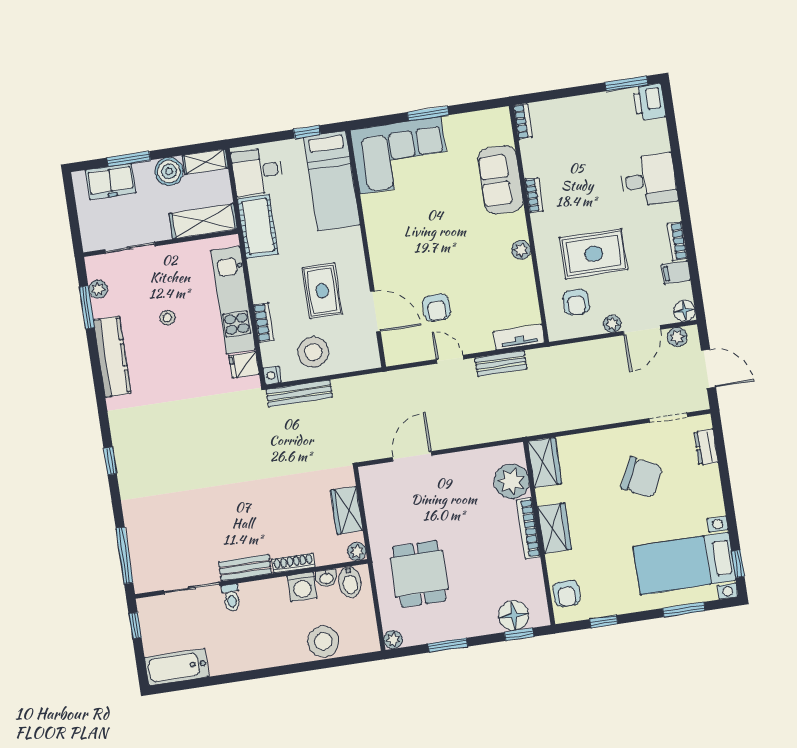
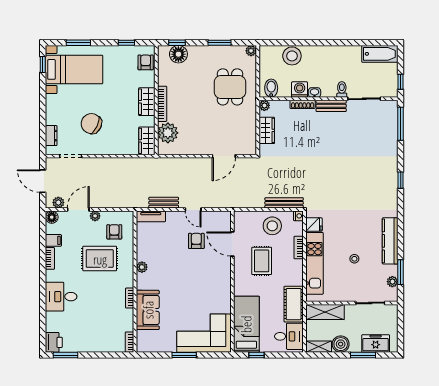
washbasin: (326, 578) -> (314, 93), moved

